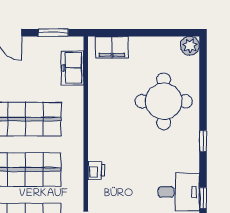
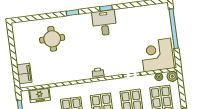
plant: (190, 46) -> (17, 28), removed
round table: (164, 101) -> (52, 39), width x0.73, depth x0.73

